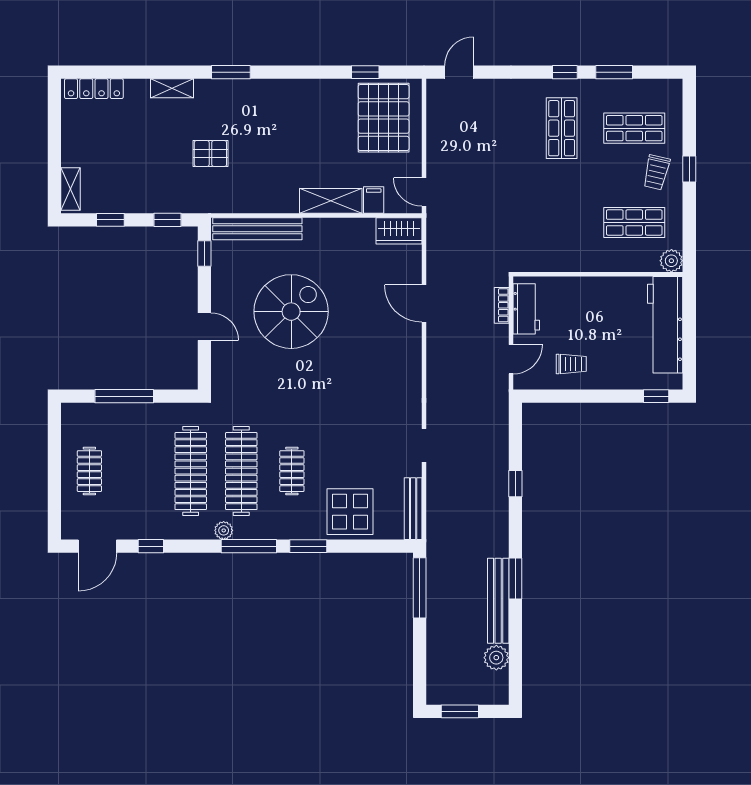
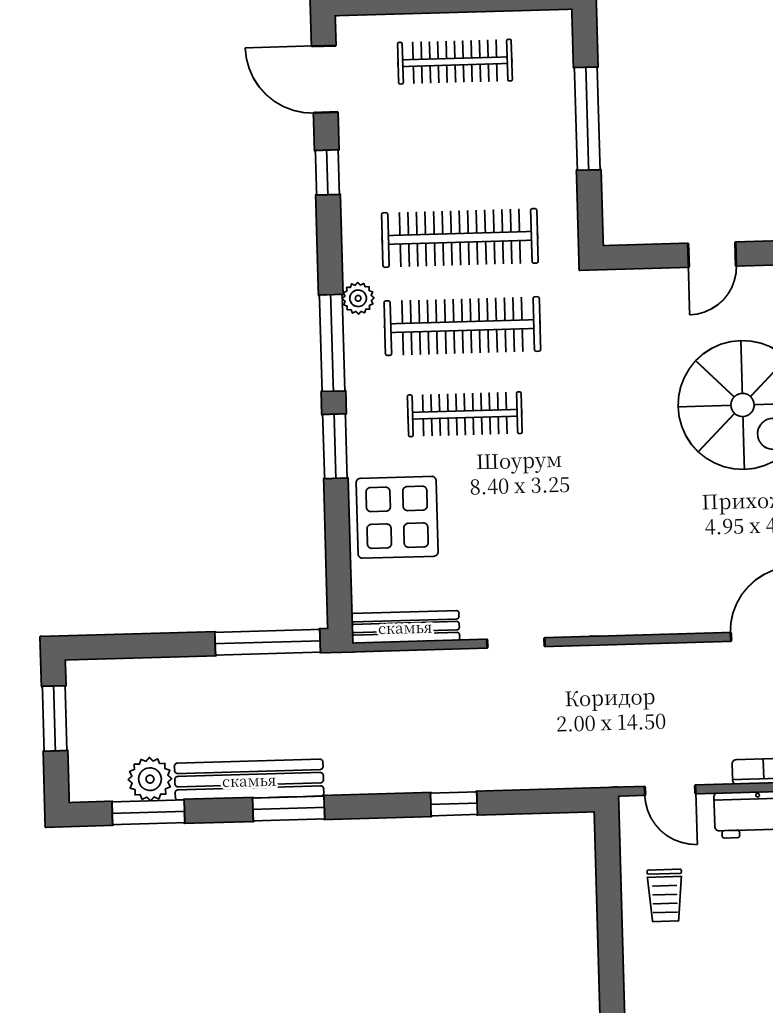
clothes rail: (89, 471) -> (455, 62), width x1.36
clothes rail: (292, 471) -> (465, 414), width x1.36
window: (515, 659) -> (148, 812), added

